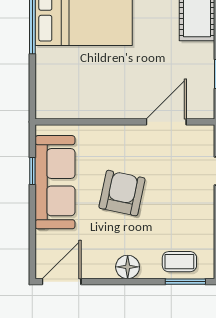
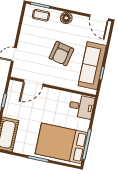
desk: (59, 95) -> (81, 107), added
door: (62, 282) -> (99, 18), hinge flipped

